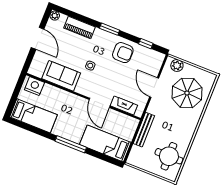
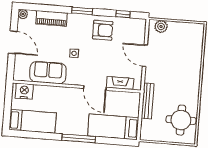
parasol: (187, 93) -> (180, 51), removed

